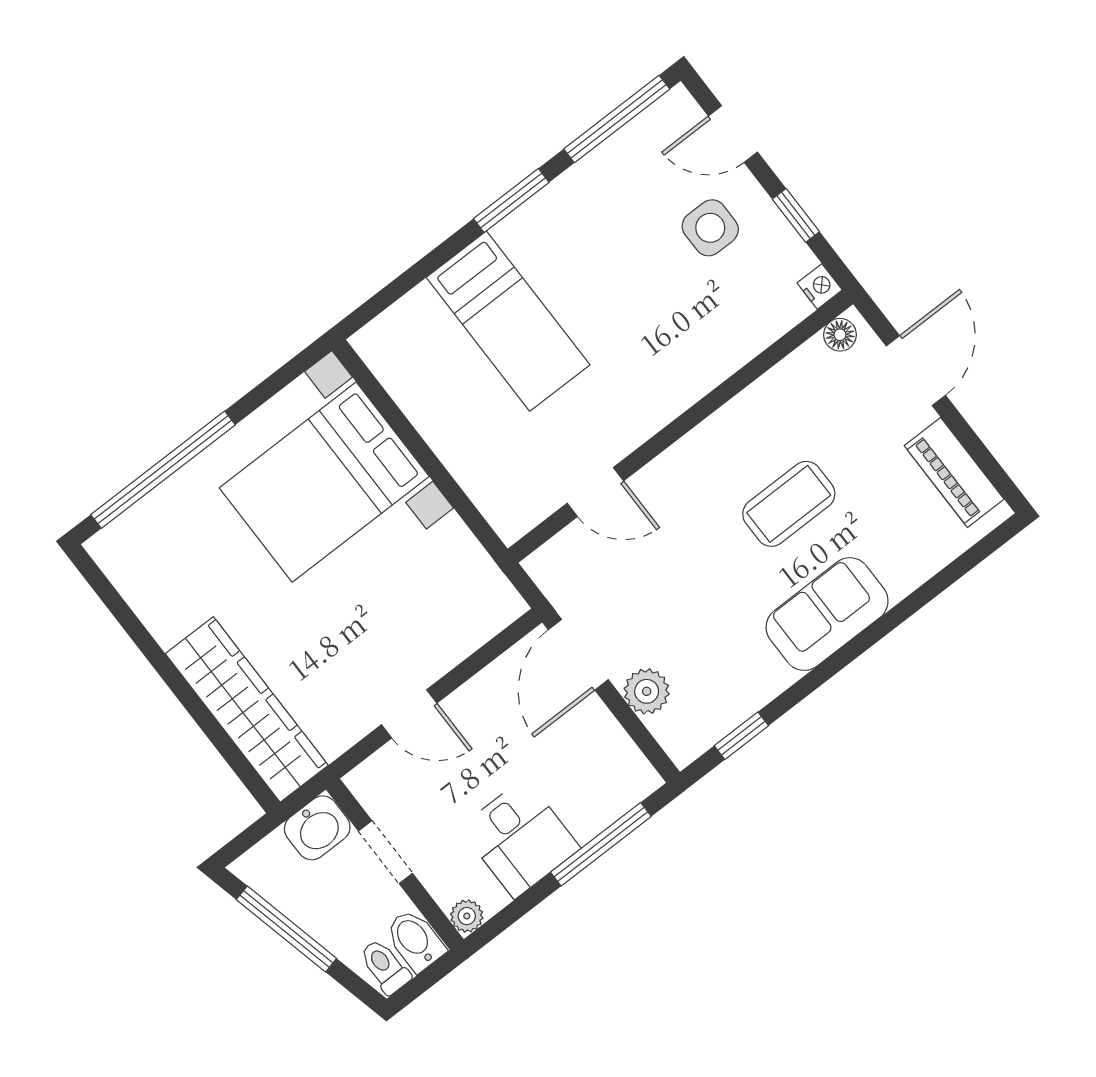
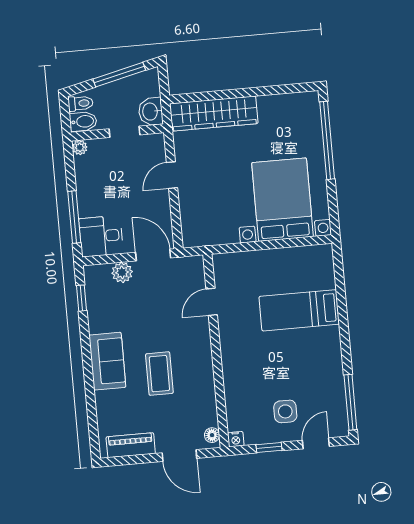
window: (511, 200) -> (345, 341), removed
desk: (520, 838) -> (101, 236), moved

